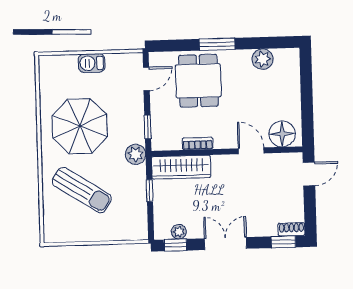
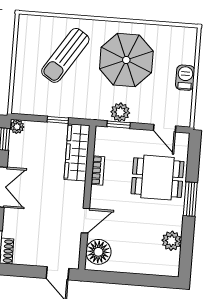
plant: (136, 154) -> (120, 112), moved
plant: (179, 232) -> (17, 127), moved

